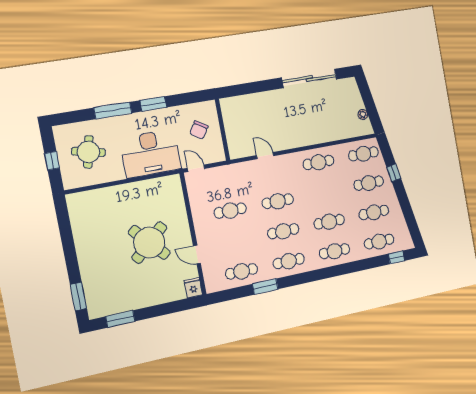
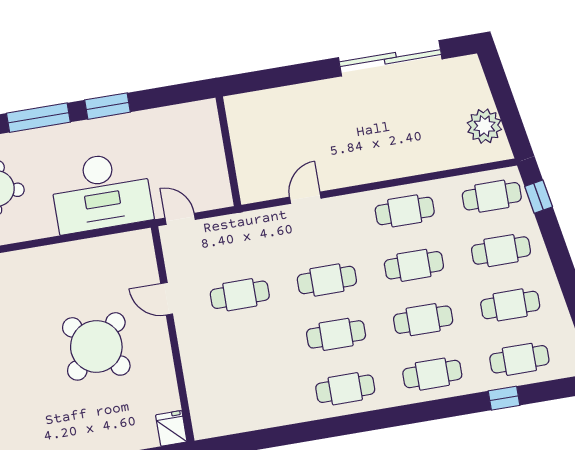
plant: (363, 114) -> (484, 126), width x1.87, depth x1.87
chair: (199, 130) -> (186, 151), removed
door: (265, 156) -> (305, 198), hinge flipped
window: (394, 173) -> (539, 197), moved
door: (197, 255) -> (167, 299), moved
window: (396, 257) -> (504, 398), moved
cafe table: (242, 271) -> (414, 265), moved
window: (265, 287) -> (301, 433), removed

